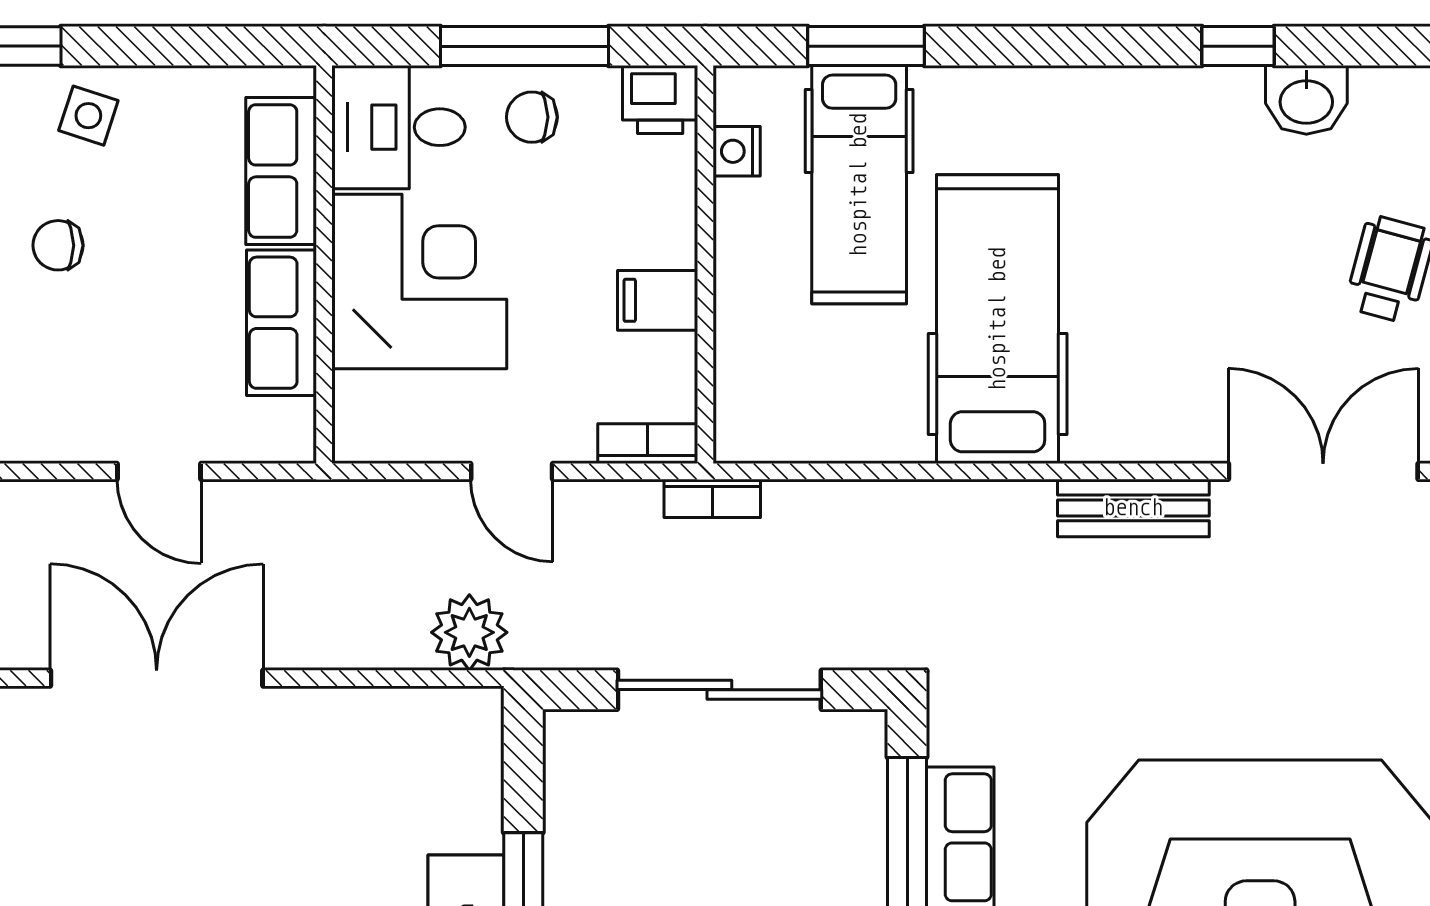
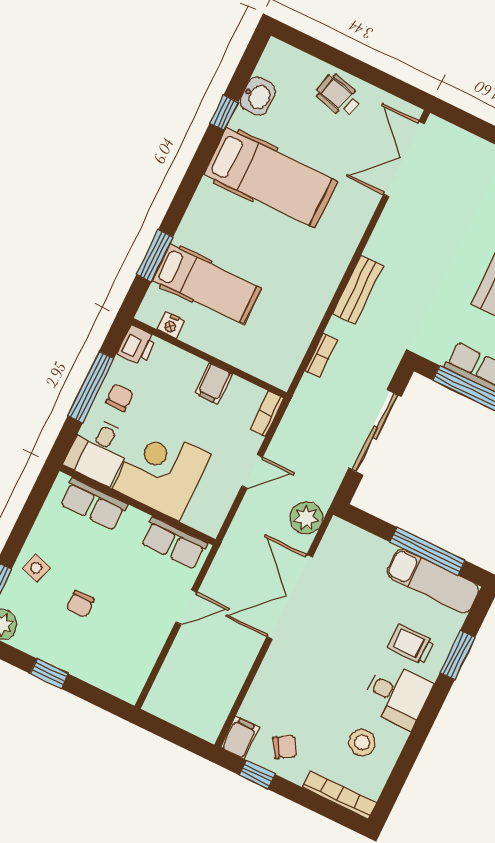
chair: (532, 117) -> (120, 398), turned 180
hospital bed: (998, 319) -> (271, 178), moved, turned 180
row of seats: (282, 323) -> (174, 543), moved
bookcase: (712, 498) -> (321, 356), moved
bench: (1133, 508) -> (358, 290), moved
double door: (157, 678) -> (290, 597), moved

